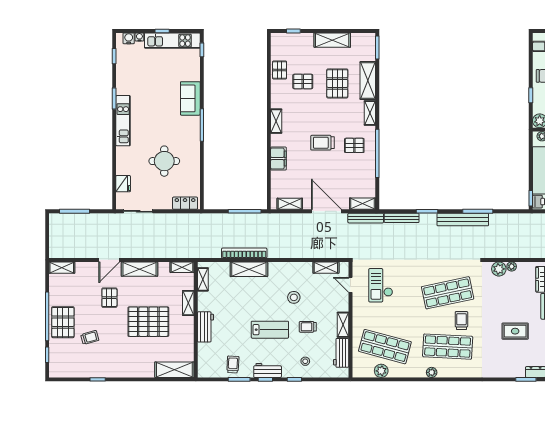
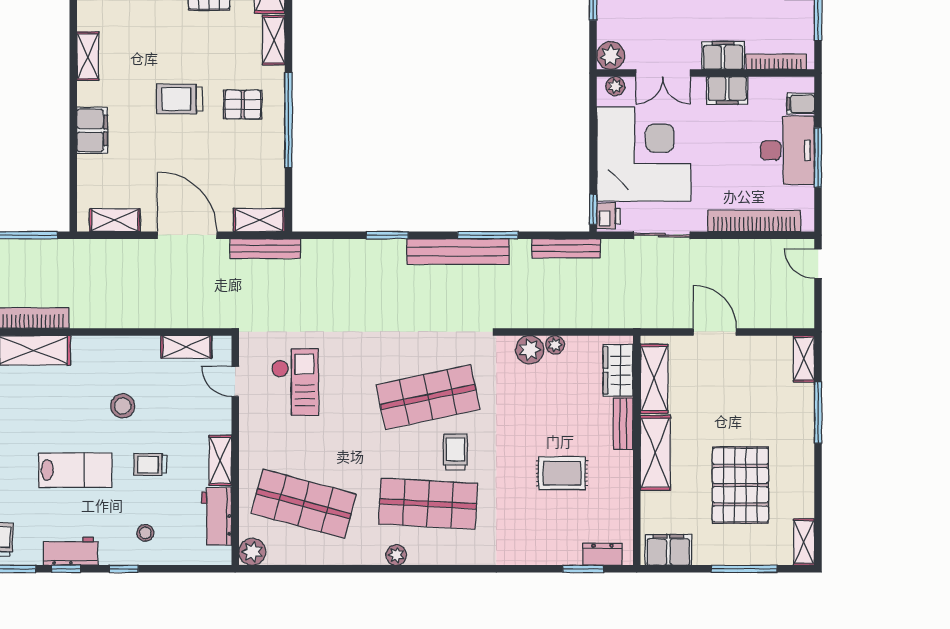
bench: (402, 218) -> (566, 248), moved
checkout: (381, 285) -> (295, 382), turned 180
plant: (381, 371) -> (252, 552), moved

